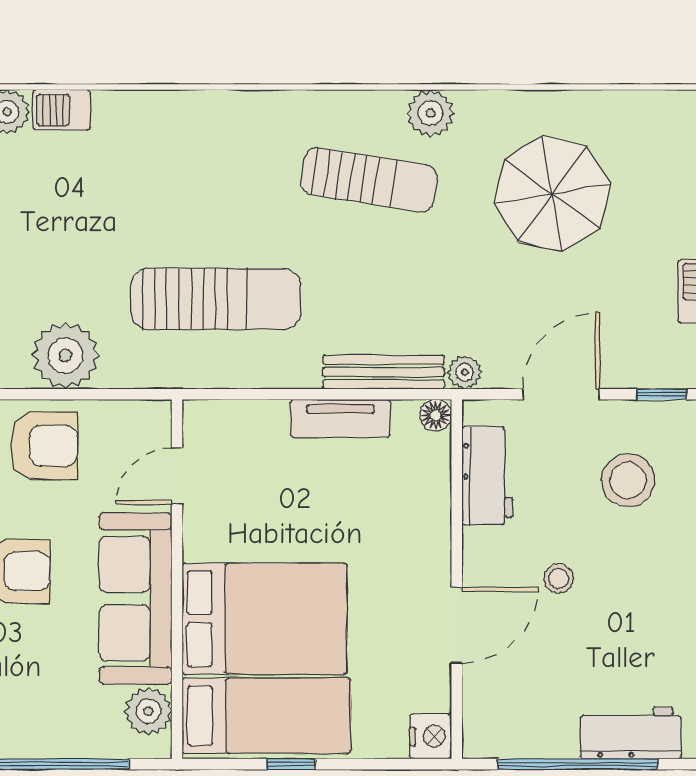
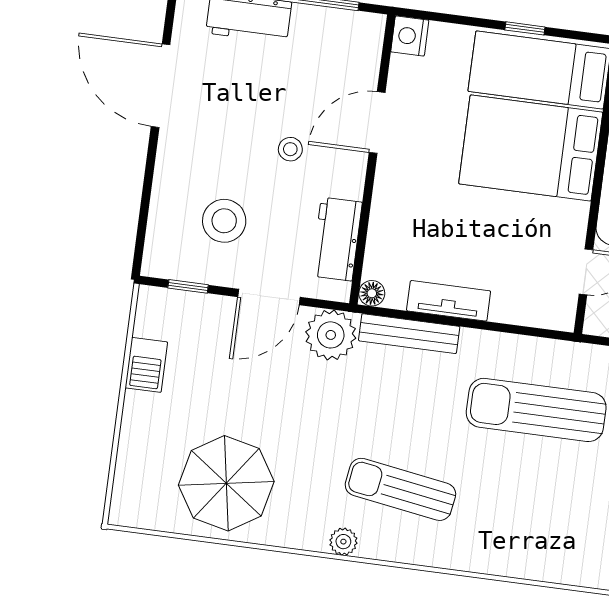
plant: (430, 113) -> (343, 542), width x0.73, depth x0.73
parasol: (552, 194) -> (226, 483), moved
plant: (465, 372) -> (331, 335), width x1.88, depth x1.88

